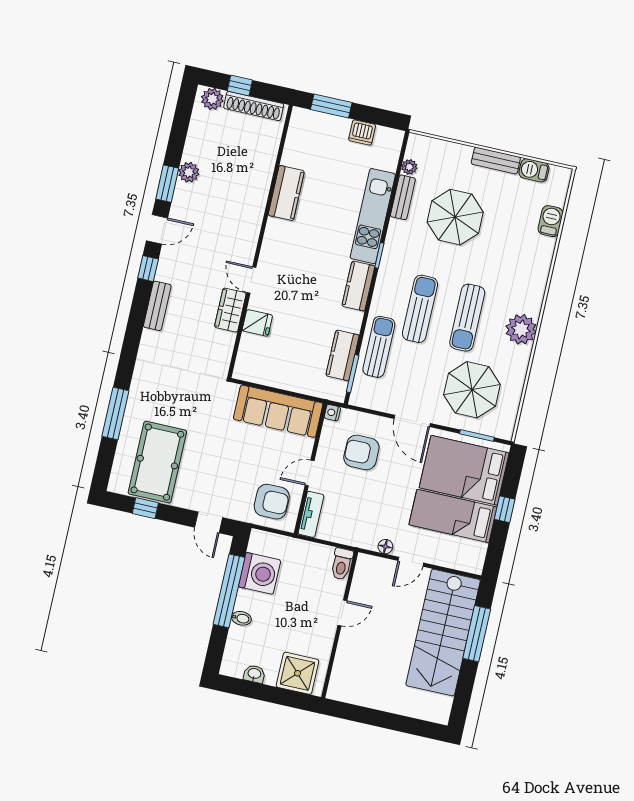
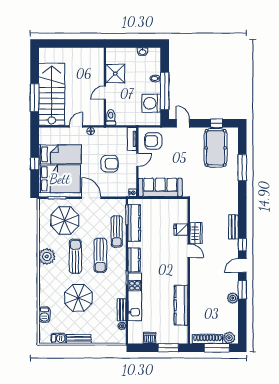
window: (240, 85) -> (217, 348), width x2.17
kitchen counter: (286, 193) -> (181, 305), width x1.50
parasol: (455, 217) -> (78, 298), moved
kitchen counter: (343, 355) -> (134, 223), width x1.50
armchair: (361, 452) -> (110, 164), moved
shower: (297, 673) -> (115, 74), moved

